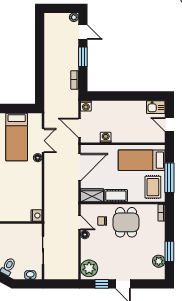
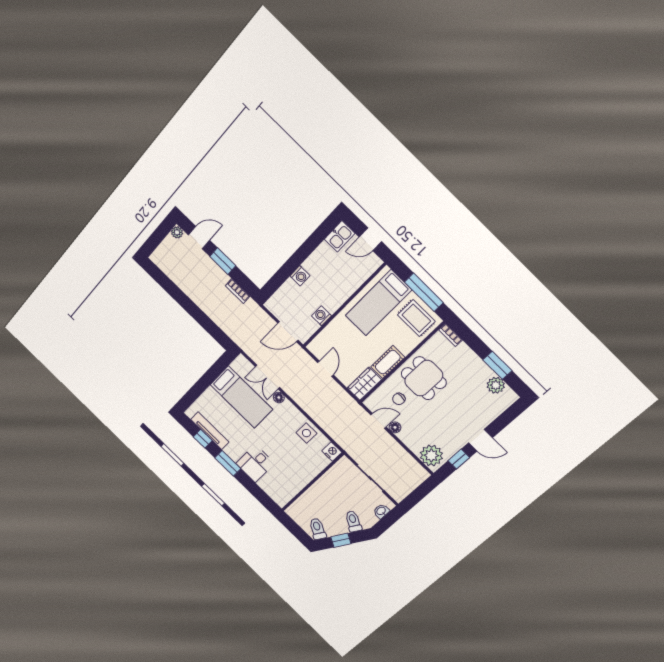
washing machine: (86, 106) -> (300, 276), moved
double door: (43, 141) -> (267, 377), swing flipped
door: (79, 167) -> (325, 369), width x0.53
side table: (33, 192) -> (306, 433), added

